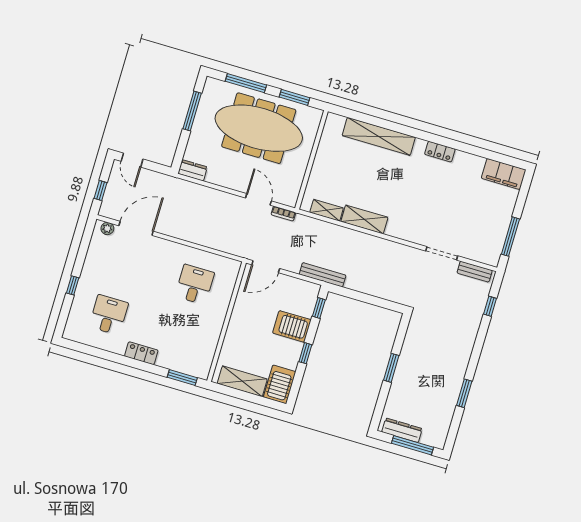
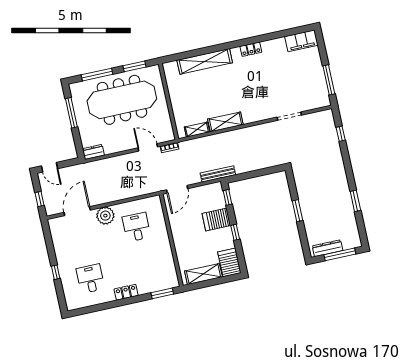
plant: (107, 228) -> (105, 216), moved, width x1.87, depth x1.87
bench: (475, 272) -> (318, 116), removed

